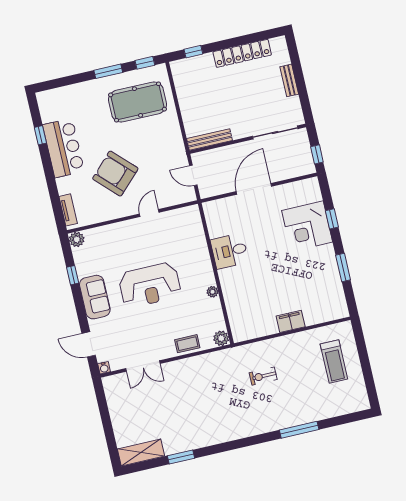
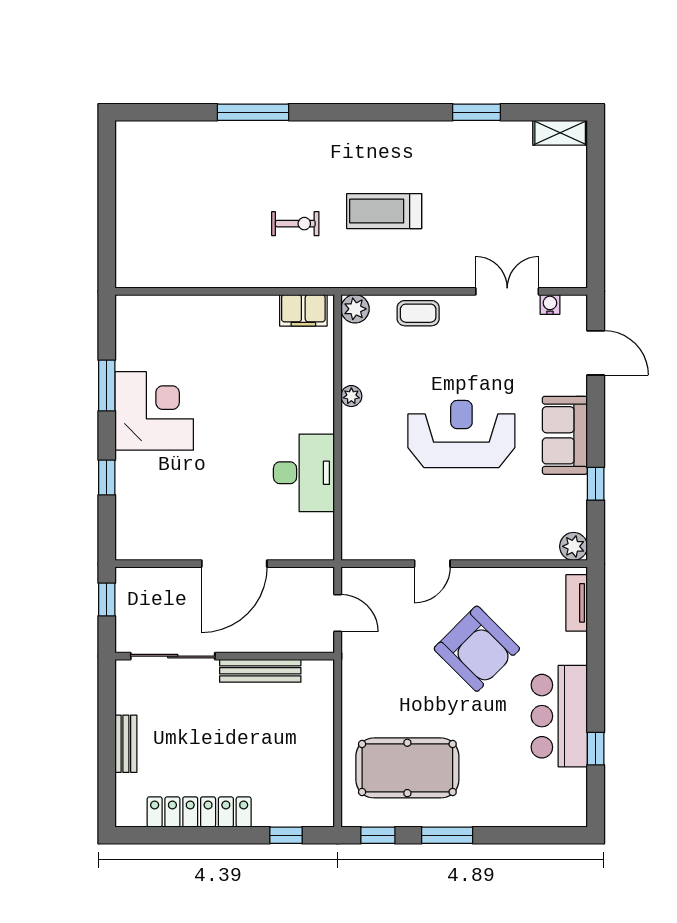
bench: (209, 139) -> (260, 671), moved
corner desk: (307, 226) -> (154, 411), moved
desk: (229, 251) -> (304, 473), width x1.37
filing cabinet: (291, 321) -> (303, 310), moved
treadmill: (334, 361) -> (384, 211), moved, turned -90
water cooler: (104, 368) -> (550, 305), moved
shelving: (141, 453) -> (560, 133), width x0.67, depth x0.75

